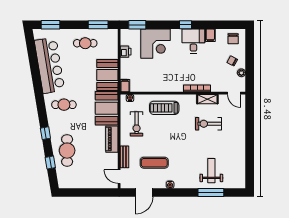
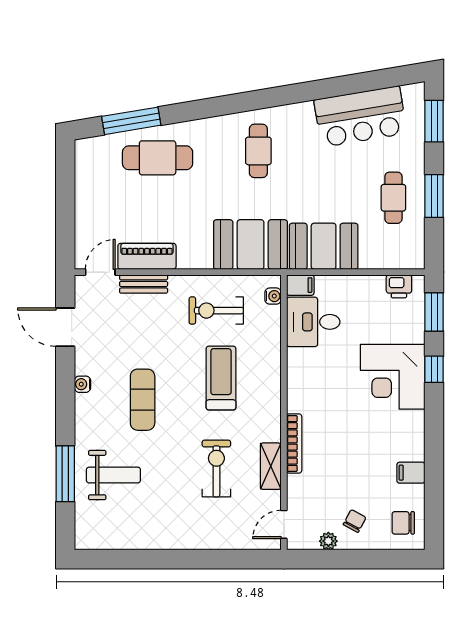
window: (98, 25) -> (434, 196), moved
window: (186, 25) -> (434, 369), moved
desk: (193, 41) -> (313, 322), moved, turned 180
corner desk: (155, 44) -> (393, 377), moved
printer: (126, 52) -> (399, 286), moved
bar counter: (50, 65) -> (360, 117), width x0.73
treadmill: (164, 108) -> (221, 378), moved
window: (45, 133) -> (196, 110), removed
piano: (112, 139) -> (147, 256), moved
window: (50, 162) -> (131, 121), width x2.17
exercise mat: (154, 163) -> (143, 400), moved

